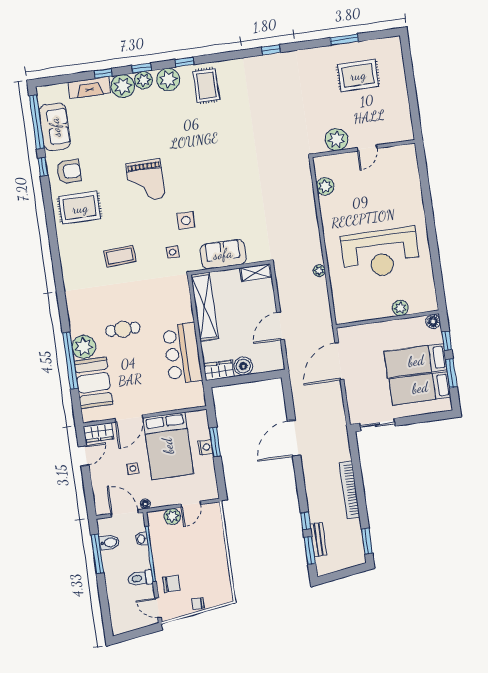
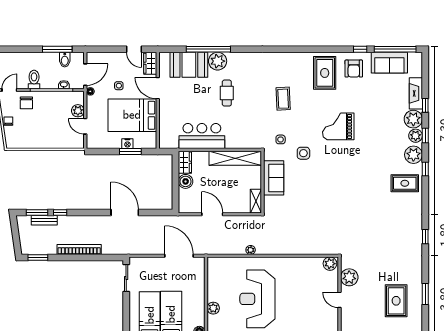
plant: (325, 186) -> (330, 264), moved

